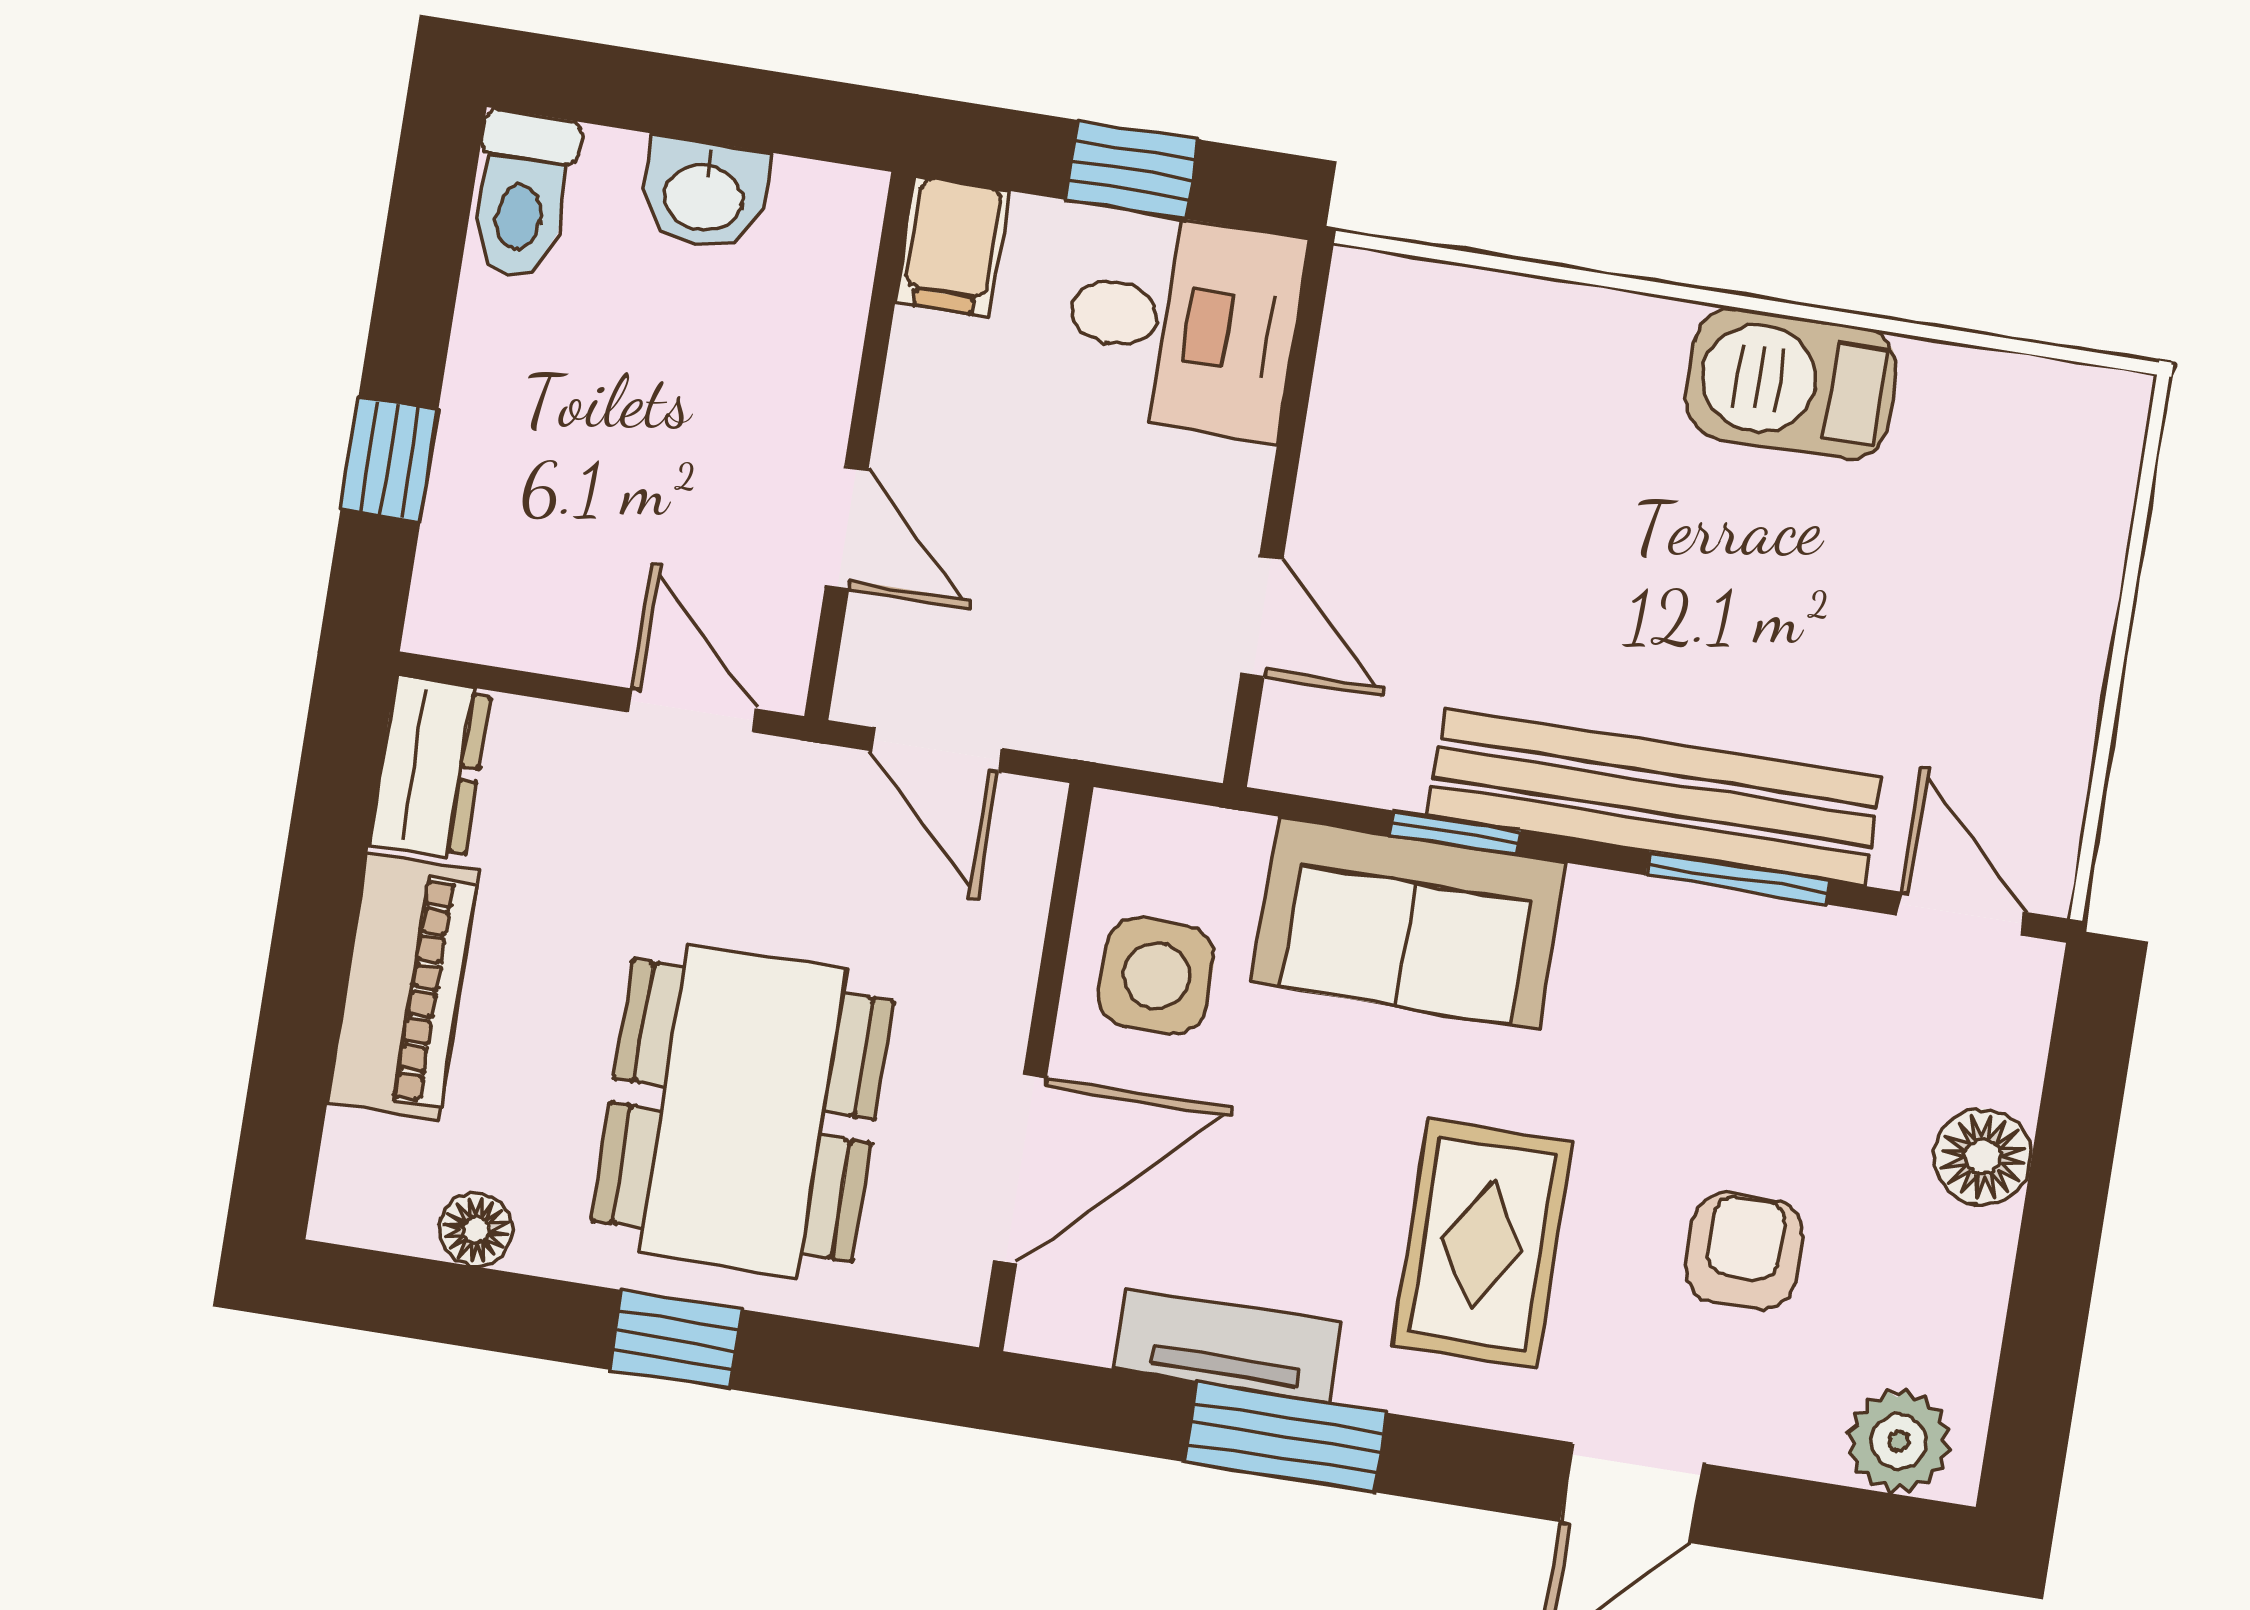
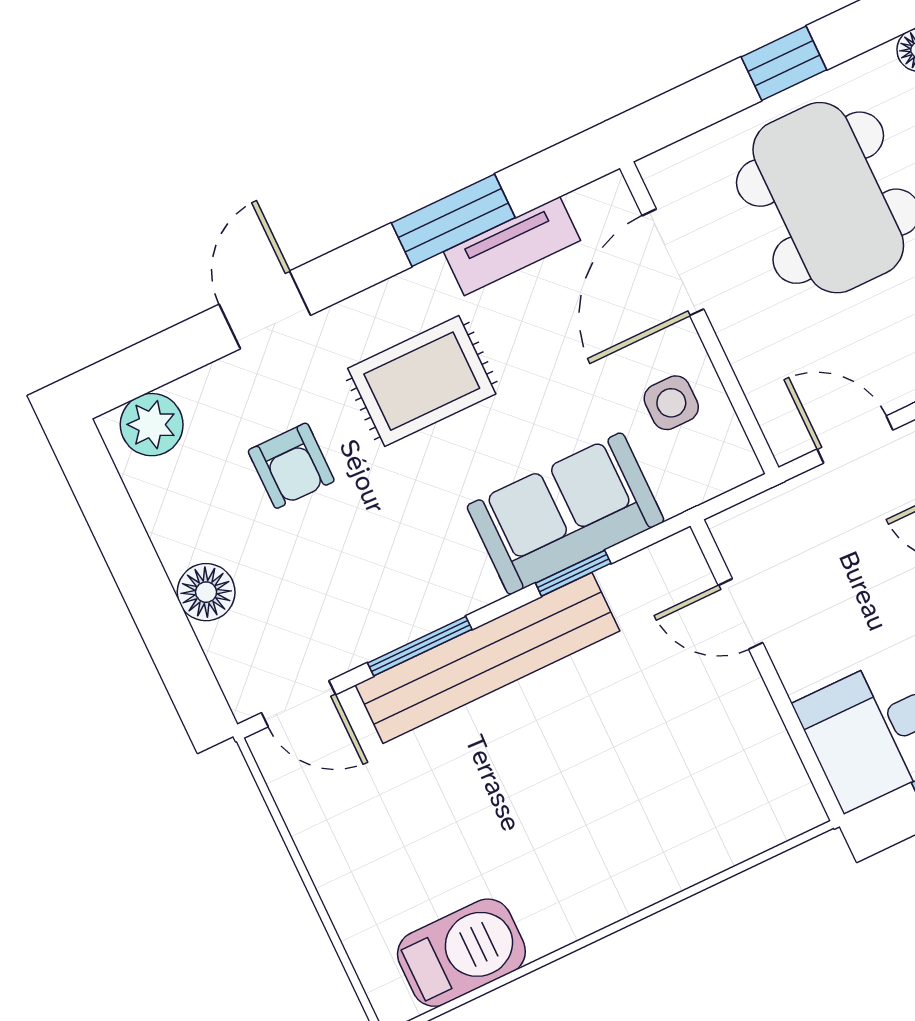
barbecue: (1791, 383) -> (461, 953), moved
side table: (1156, 976) -> (671, 403), width x0.73, depth x0.73
rug: (1482, 1244) -> (422, 381), turned 90

